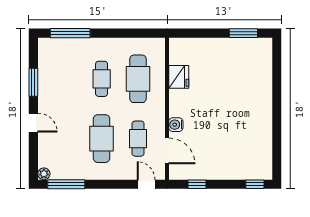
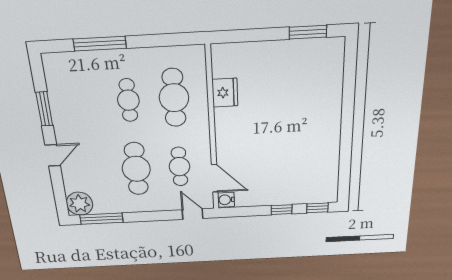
window: (70, 33) -> (100, 44), moved
door: (33, 123) -> (53, 155), hinge flipped
water cooler: (176, 125) -> (226, 200), moved
plant: (44, 174) -> (79, 204), width x1.87, depth x1.87
window: (197, 184) -> (282, 210), moved

